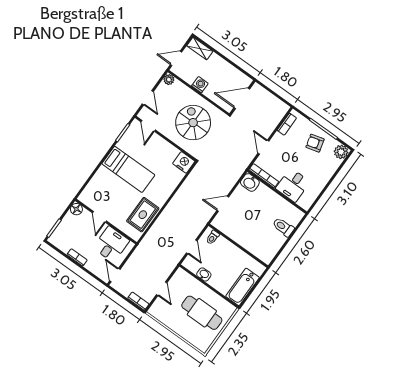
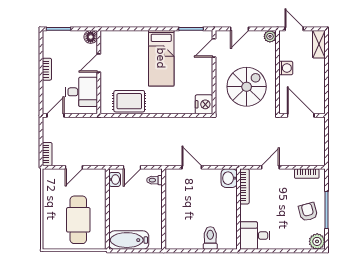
desk: (293, 185) -> (255, 236), moved
washbasin: (204, 274) -> (115, 180), moved

